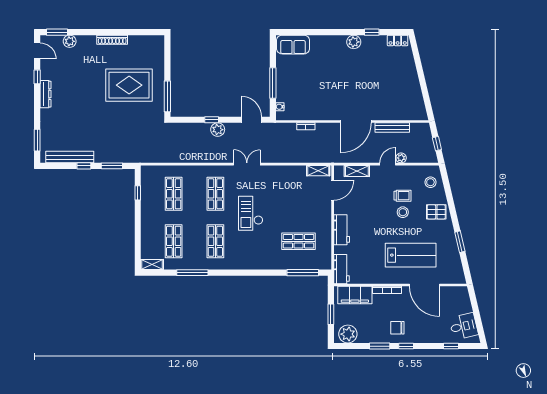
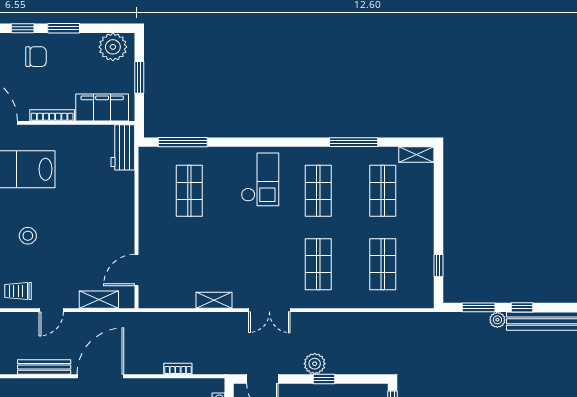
plant: (401, 158) -> (497, 320), moved
shelving: (318, 171) -> (214, 300), moved
trolley: (403, 196) -> (18, 291), moved
checkout: (251, 213) -> (260, 179), moved
workbench: (342, 230) -> (123, 209), removed
shop shelf: (299, 241) -> (189, 191), turned 90

